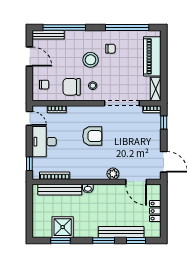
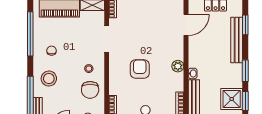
stool: (91, 60) -> (49, 79), moved
doorway: (122, 103) -> (107, 39), width x0.73
plant: (113, 174) -> (178, 66), moved
window: (104, 241) -> (245, 71), moved

